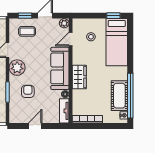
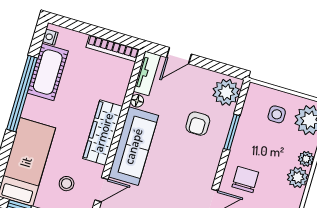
plant: (17, 68) -> (226, 92), moved
wardrobe: (79, 77) -> (103, 132), width x1.50
window: (130, 96) -> (22, 94), moved
door: (35, 126) -> (179, 56), moved

